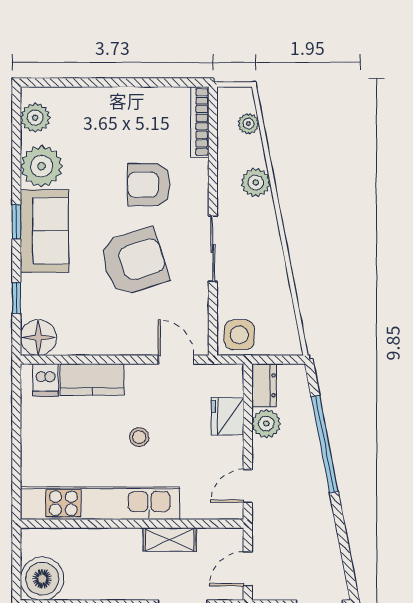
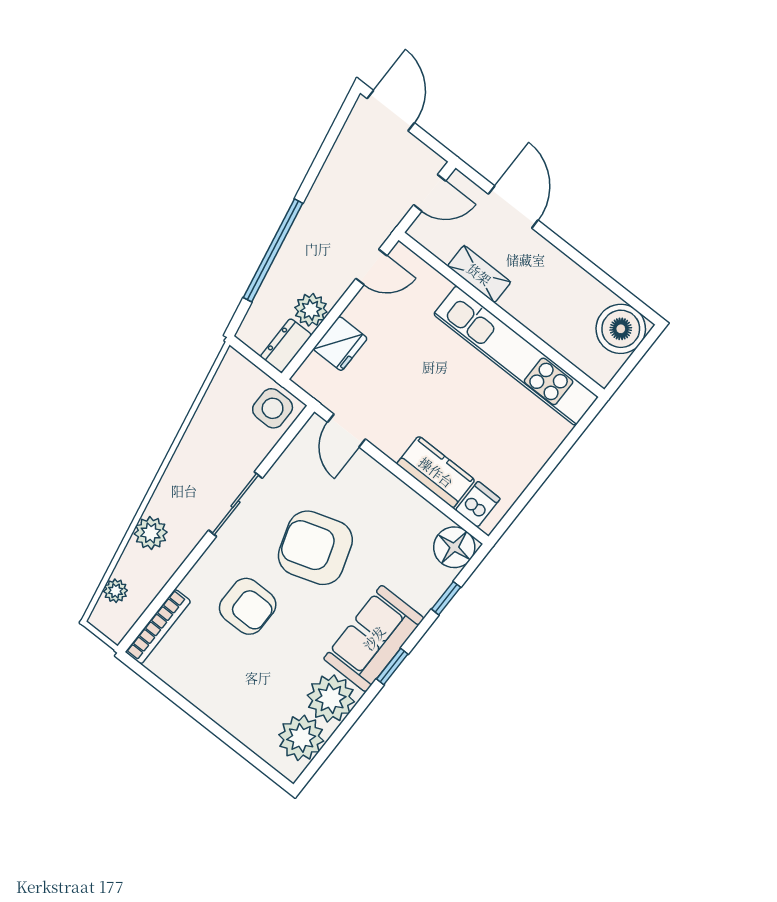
plant: (35, 118) -> (301, 738), width x1.36, depth x1.36
stool: (139, 437) -> (434, 387), removed

